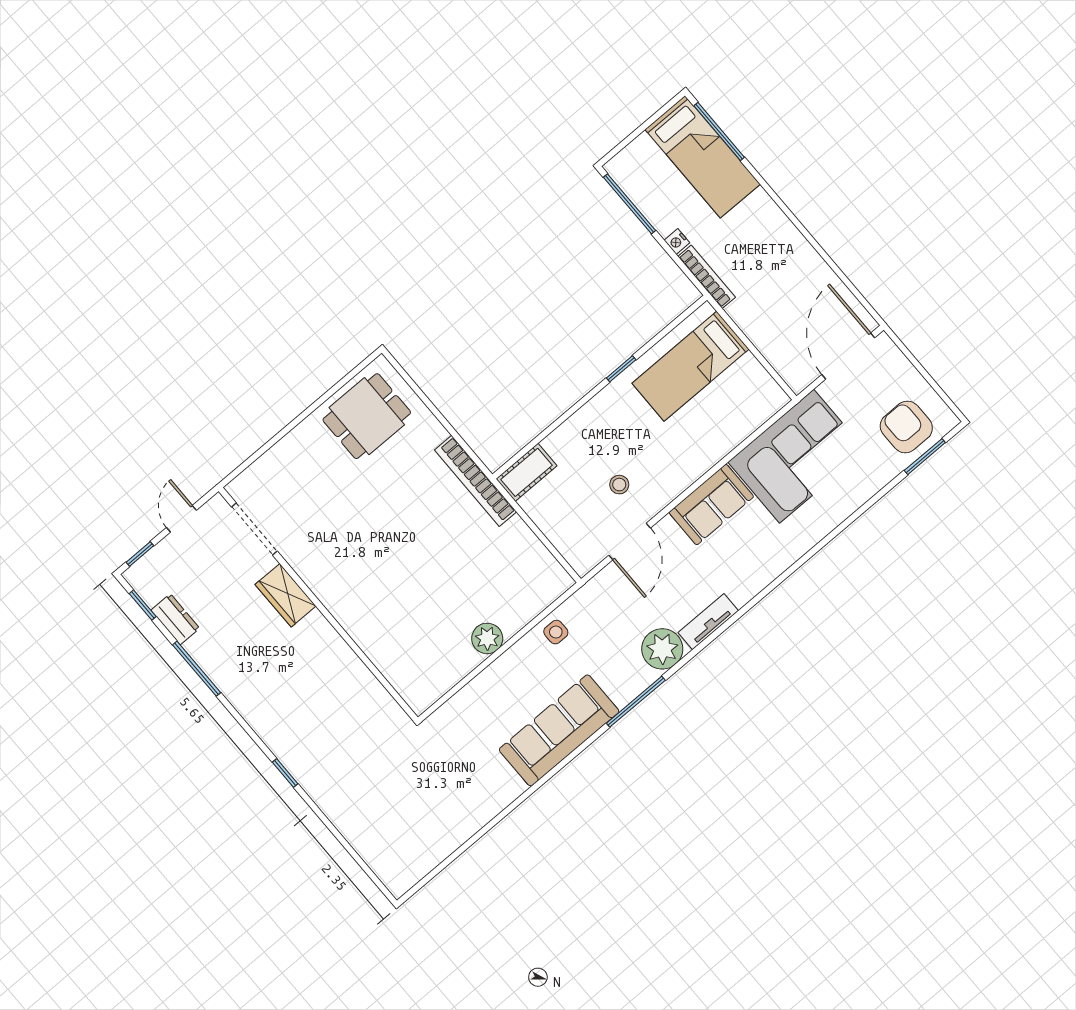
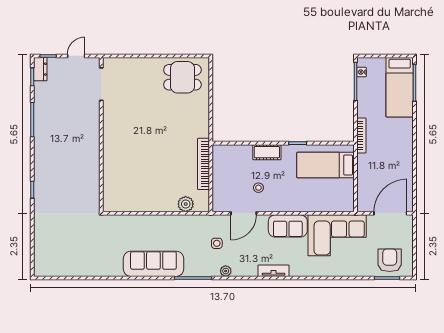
nightstand: (677, 242) -> (361, 72), moved
cot: (526, 472) -> (267, 152), moved
bookcase: (476, 481) -> (204, 164), moved
wardrobe: (286, 595) -> (91, 120), removed
dresser: (175, 619) -> (40, 69), moved
tv unit: (708, 622) -> (274, 271), moved
side table: (556, 632) -> (217, 243), moved
plant: (487, 638) -> (186, 204), moved
plant: (662, 649) -> (226, 271), width x0.53, depth x0.53

